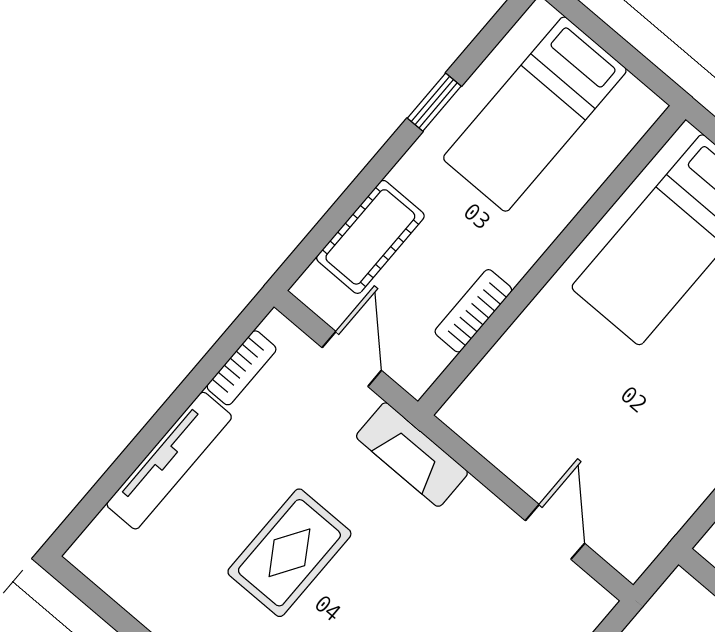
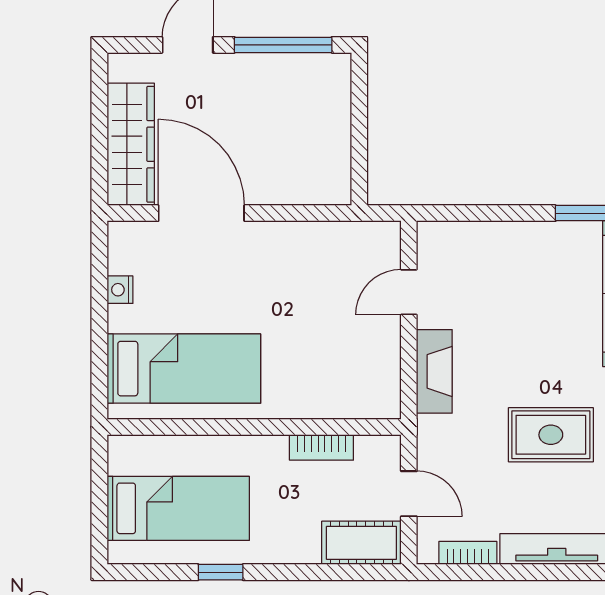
cot: (370, 237) -> (361, 543), moved
door: (352, 359) -> (409, 494), swing flipped
fireplace: (412, 455) -> (434, 371), moved

